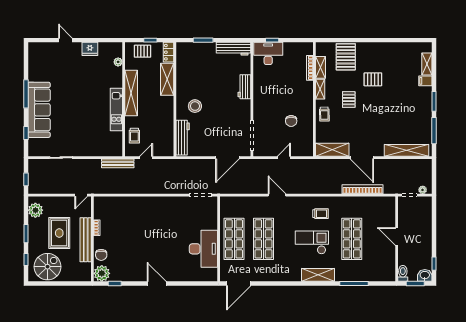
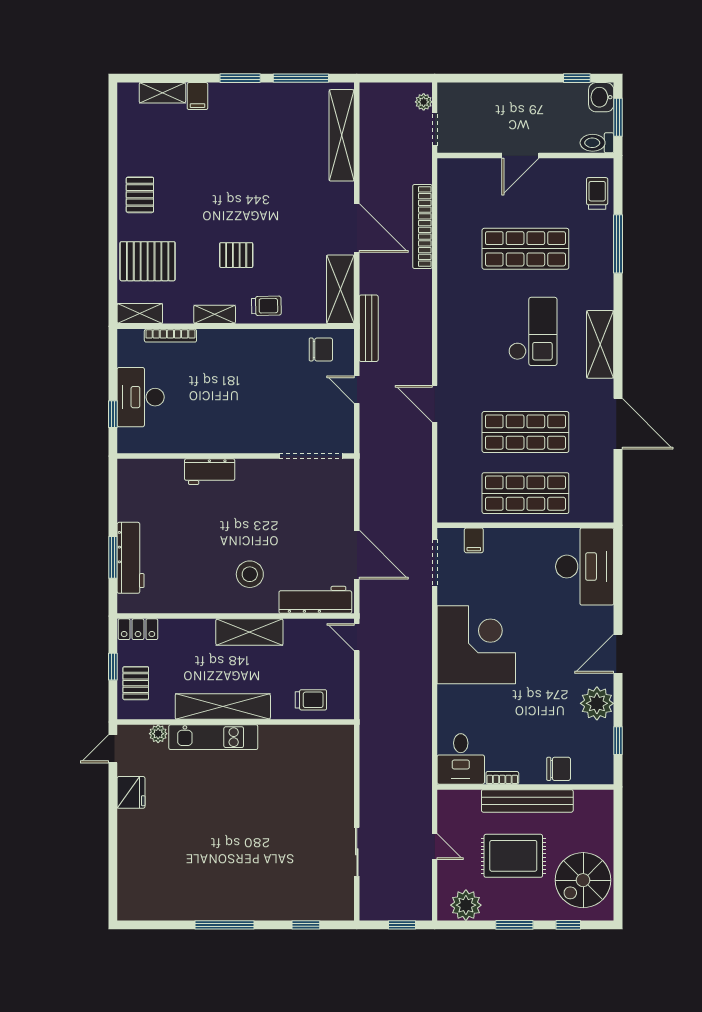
door: (65, 40) -> (113, 749), moved
workbench: (233, 49) -> (131, 558), moved
desk: (268, 53) -> (141, 397), moved
shelving: (321, 67) -> (140, 314), moved
shelving: (167, 79) -> (249, 632), moved
pallet: (373, 79) -> (140, 195), moved
kitchen unit: (116, 109) -> (213, 737), moved
sofa: (39, 110) -> (258, 898), removed
chair: (291, 121) -> (321, 349), moved
door: (146, 158) -> (357, 637), moved
door: (227, 158) -> (357, 555), moved
door: (362, 158) -> (357, 228), hinge flipped
bench: (118, 163) -> (369, 328), moved
door: (81, 195) -> (435, 847), moved
door: (277, 195) -> (435, 404), hinge flipped
desk: (106, 208) -> (461, 759), added
filing cabinet: (211, 214) -> (474, 540), added
trolley: (320, 214) -> (597, 193), moved
corner desk: (161, 215) -> (476, 645), added
checkout: (312, 242) -> (533, 331), turned 180
desk: (203, 249) -> (585, 567), moved, turned 90
spiral stairs: (48, 267) -> (583, 880), turned -90
plant: (102, 273) -> (597, 703), moved
shelving: (318, 275) -> (600, 344), moved
door: (239, 283) -> (618, 424), moved

